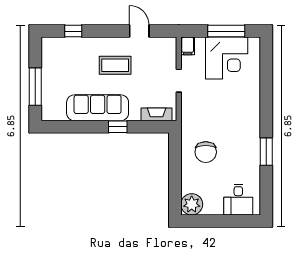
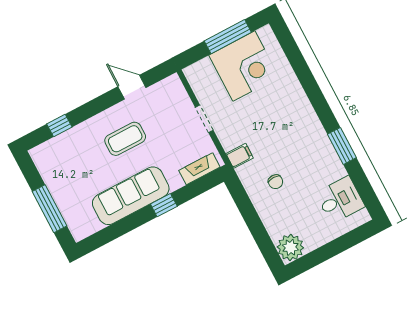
filing cabinet: (188, 46) -> (240, 156), moved, turned -90
chair: (206, 152) -> (275, 182), width x0.54, depth x0.54
desk: (238, 200) -> (340, 200), moved, turned -90

